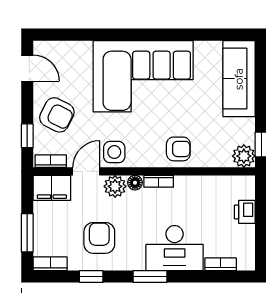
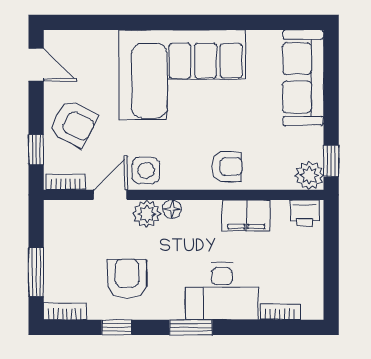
bookcase: (159, 181) -> (202, 207), removed
filing cabinet: (52, 188) -> (246, 216), moved
printer: (245, 212) -> (305, 213), moved, turned -90

